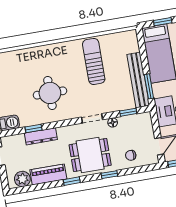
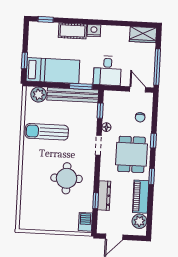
plant: (131, 44) -> (39, 95), added

